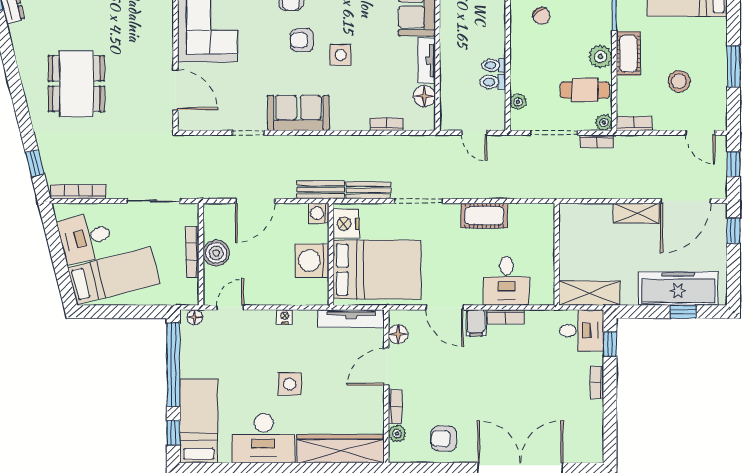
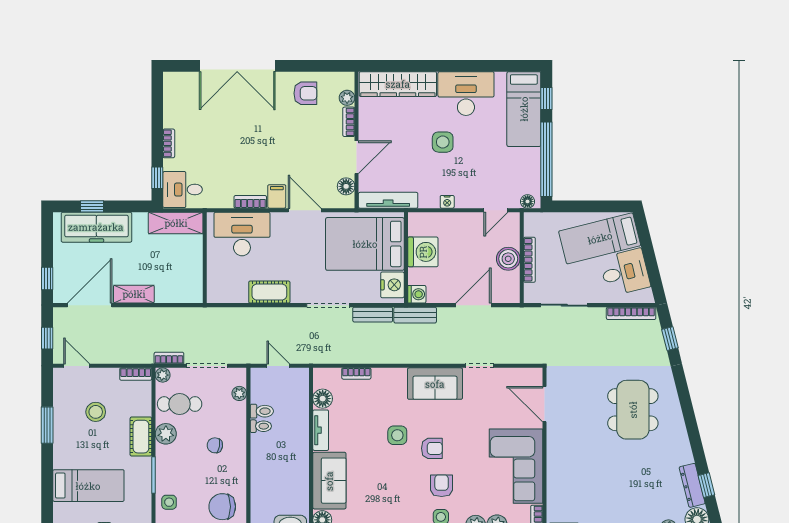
chair: (541, 16) -> (215, 445), moved, turned -47
desk: (506, 281) -> (242, 234), width x1.37

